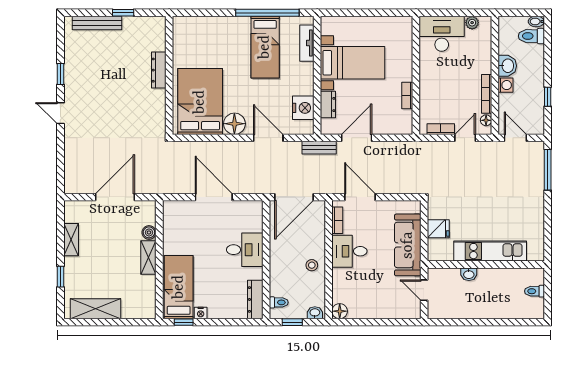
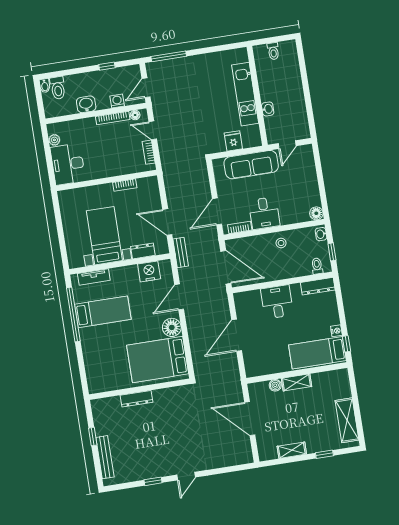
washing machine: (505, 85) -> (117, 101), moved

